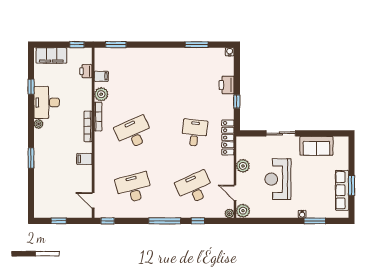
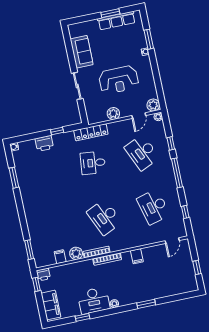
printer: (86, 71) -> (43, 275), moved
window: (108, 221) -> (185, 212), moved

